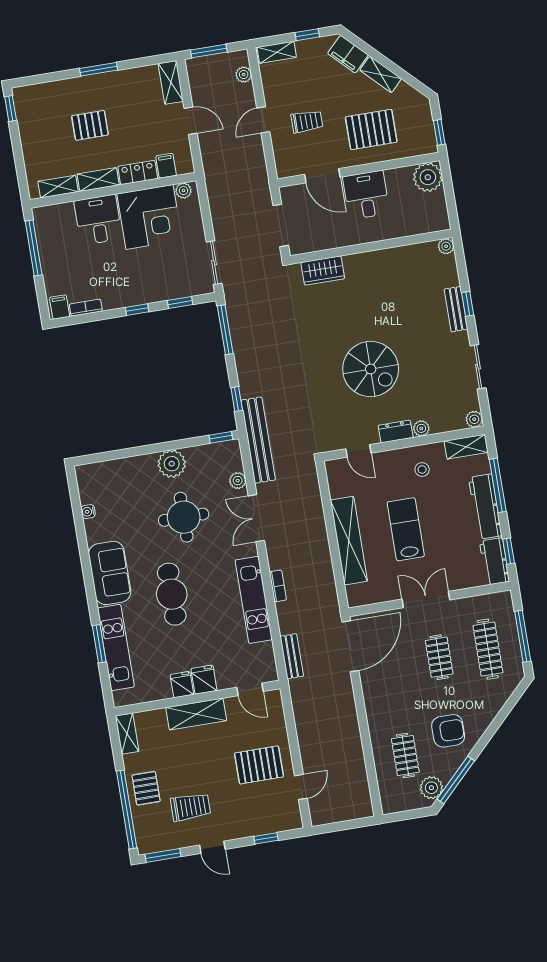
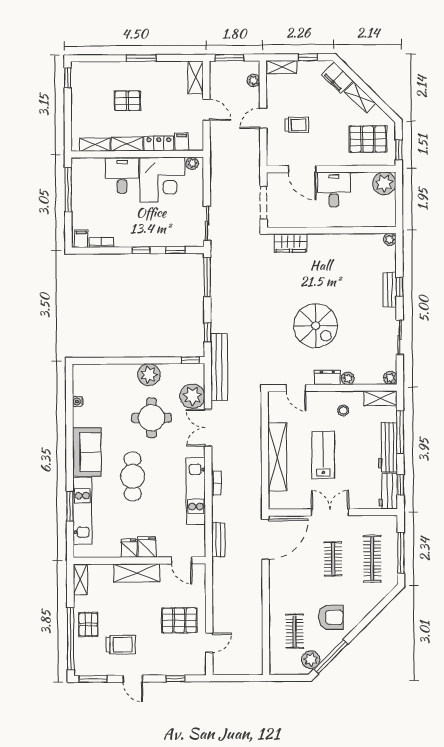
pallet: (371, 129) -> (368, 139), moved
plant: (238, 481) -> (192, 396), width x1.88, depth x1.88

